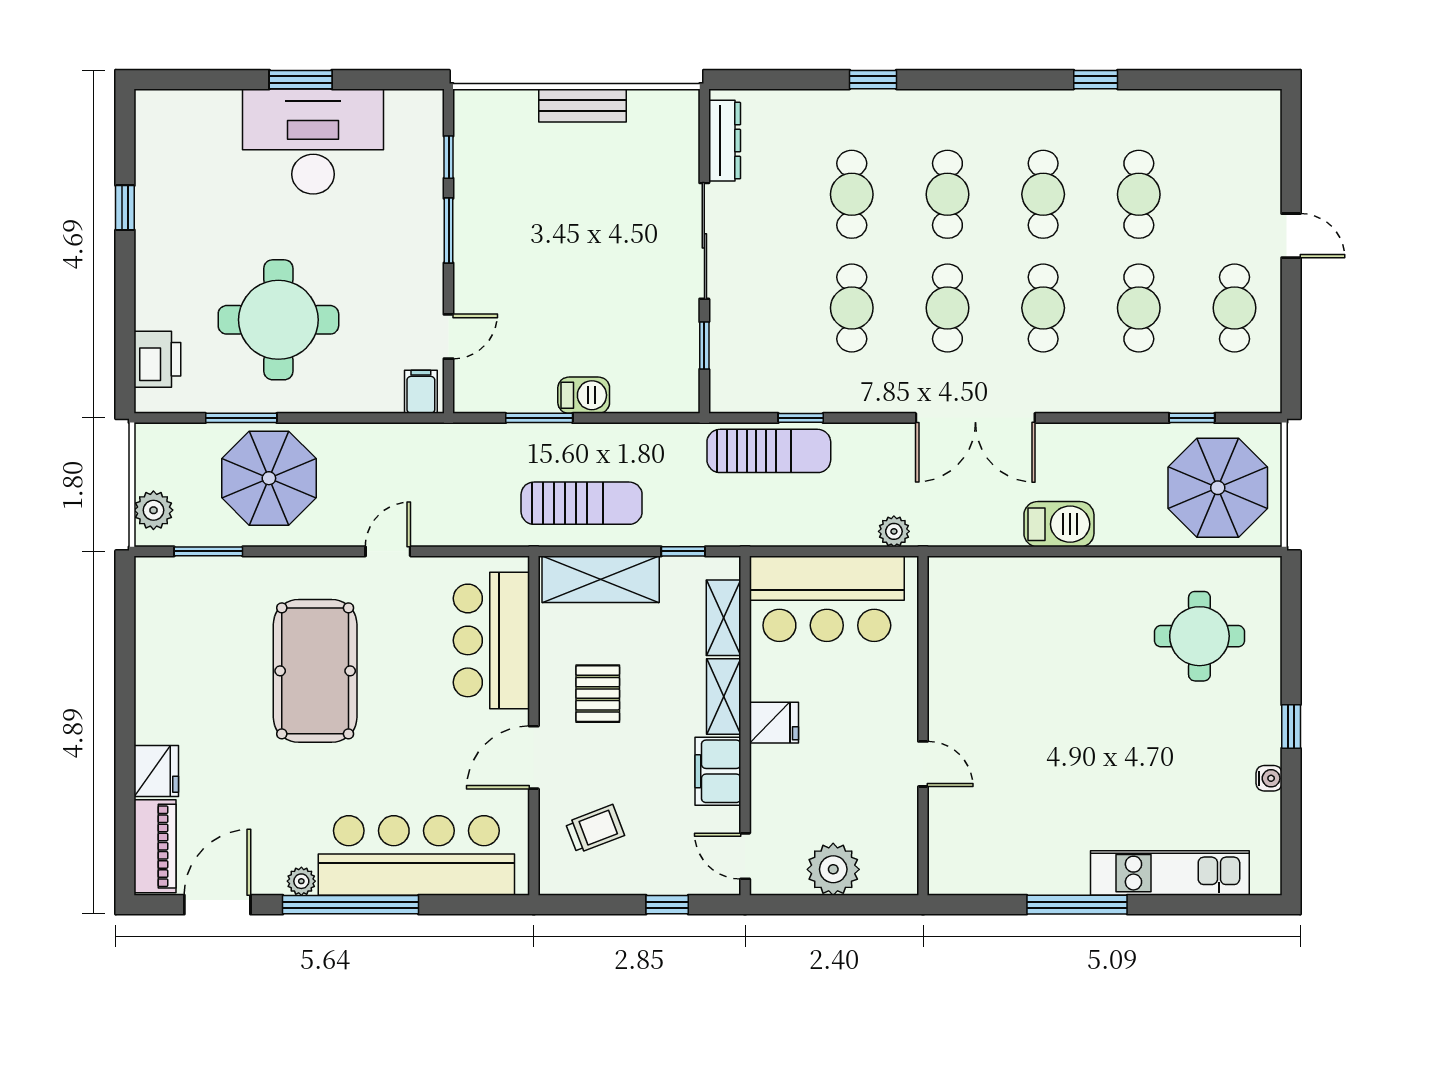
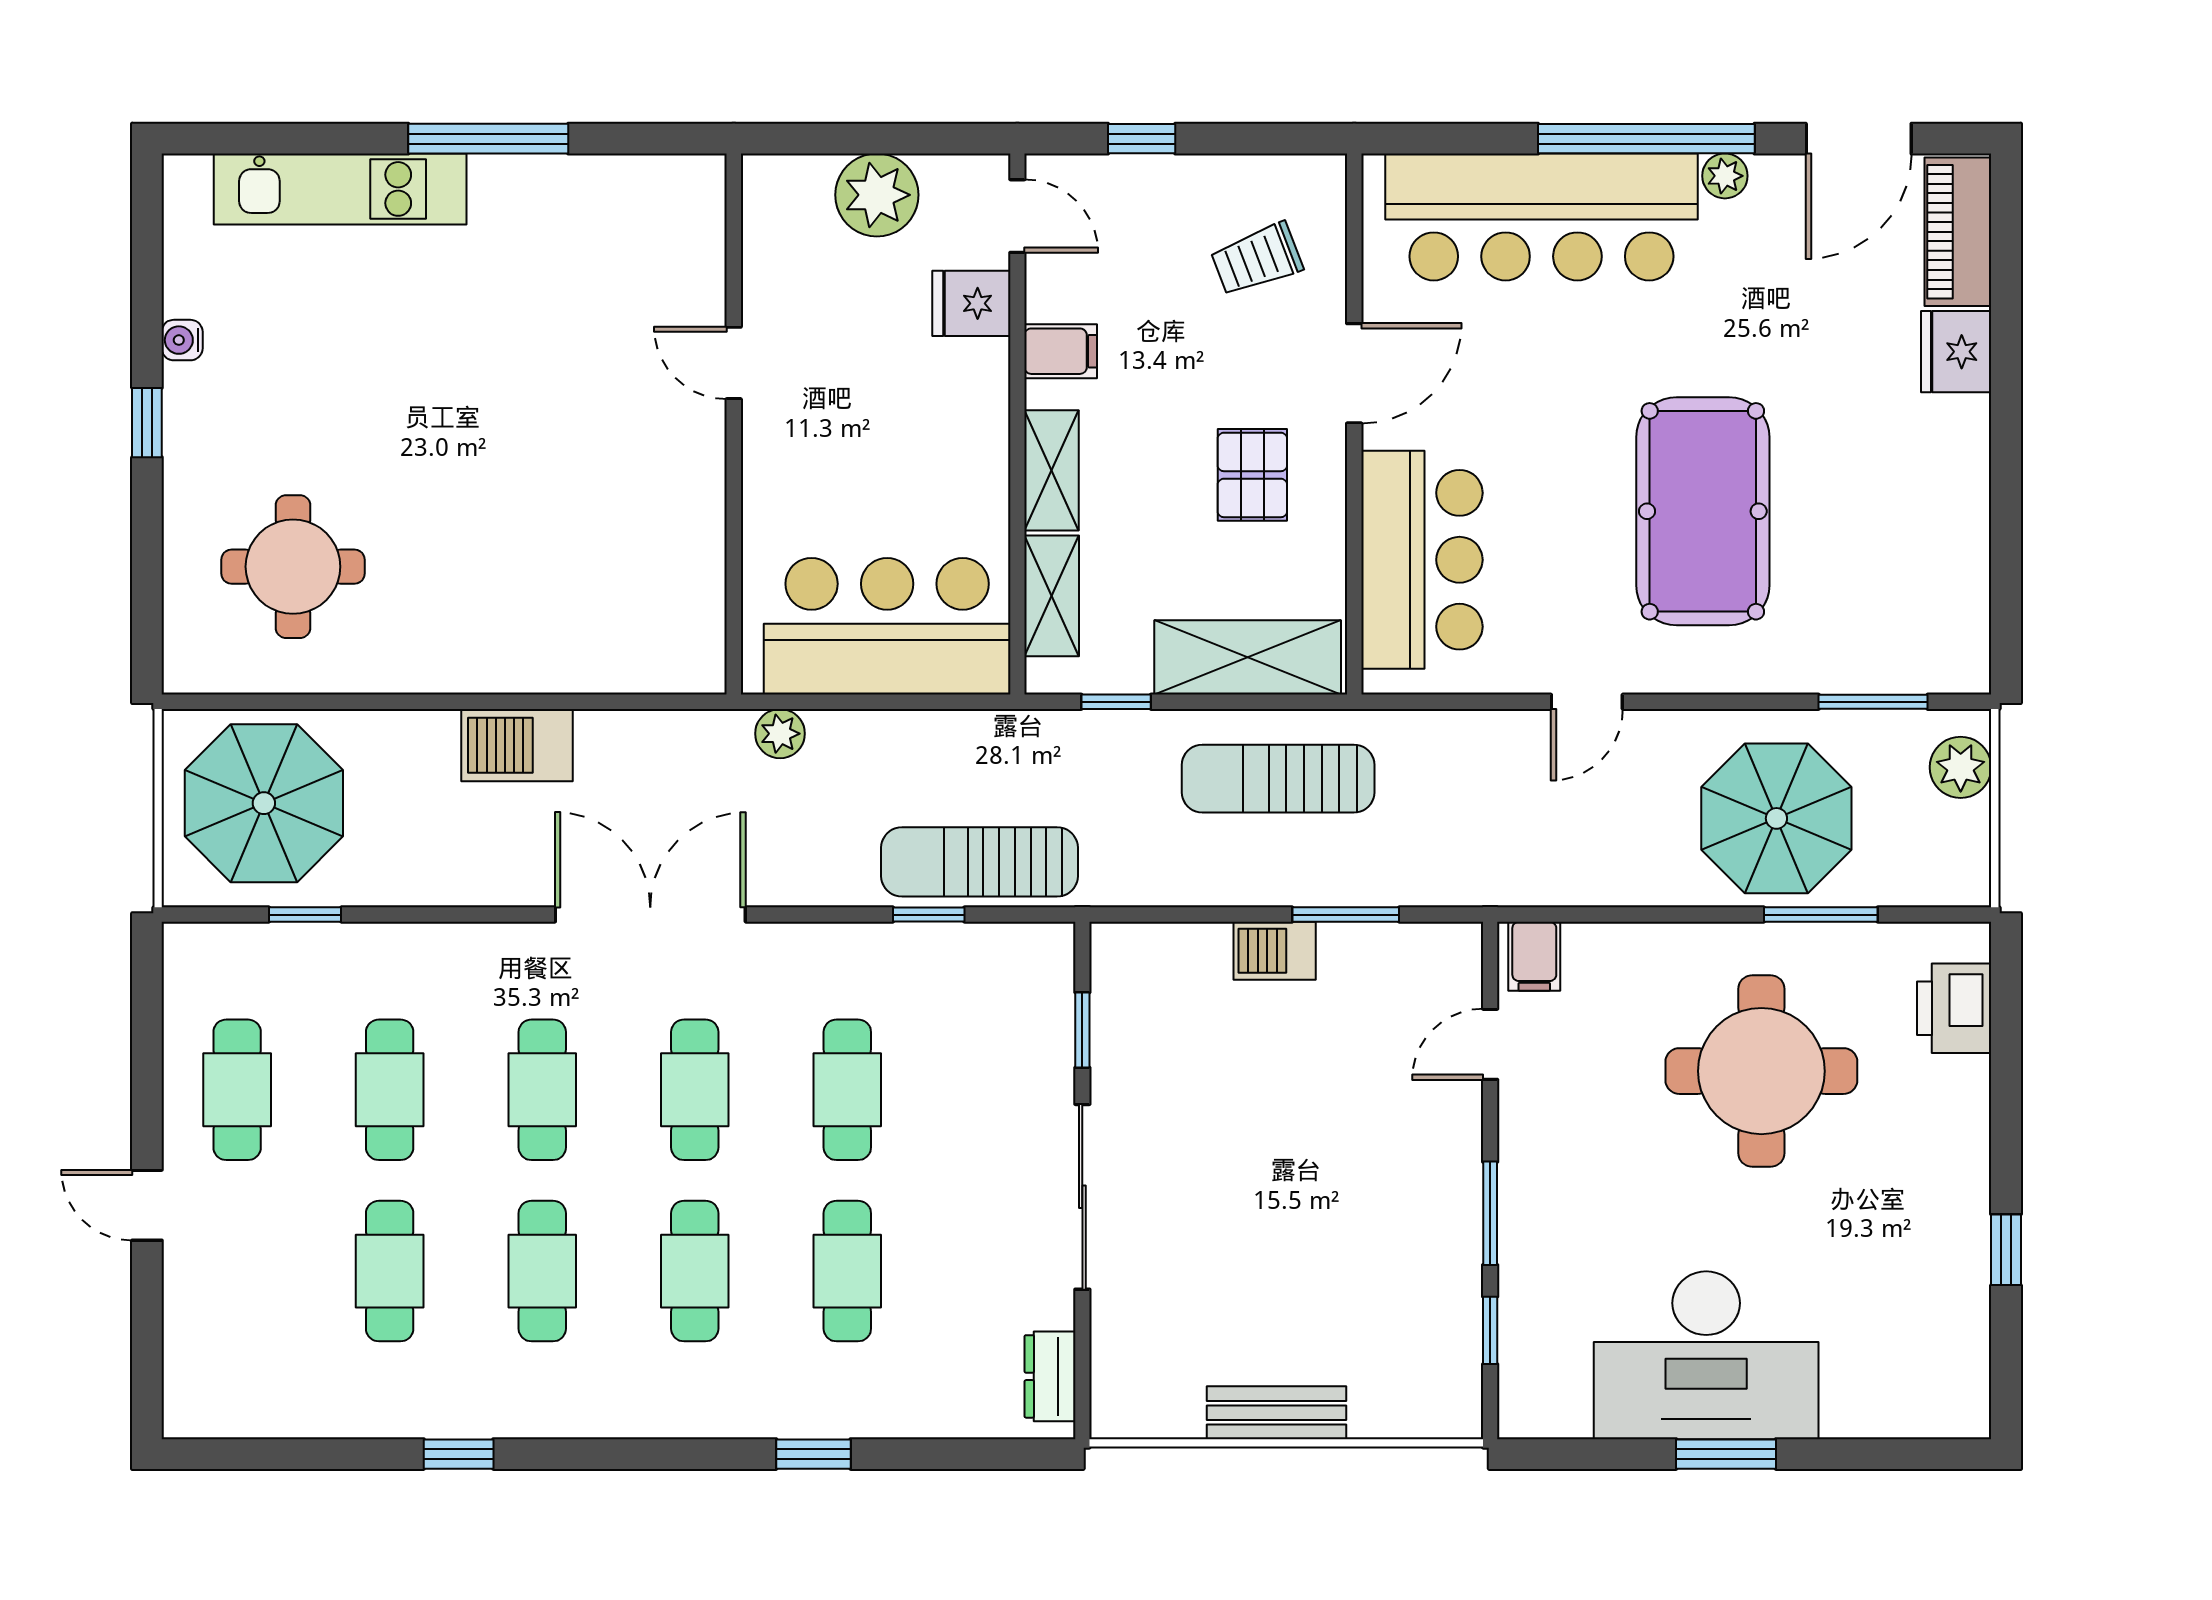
dresser: (725, 141) -> (1050, 1376), width x0.70
fridge: (774, 723) -> (971, 303), moved
filing cabinet: (718, 771) -> (1061, 351), width x0.50

